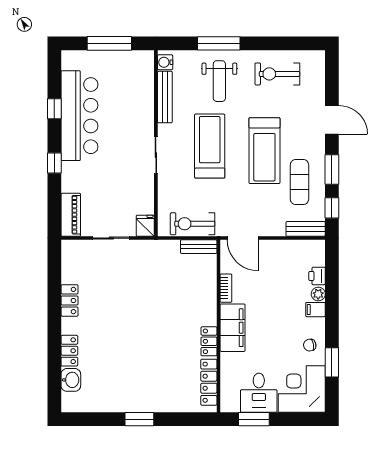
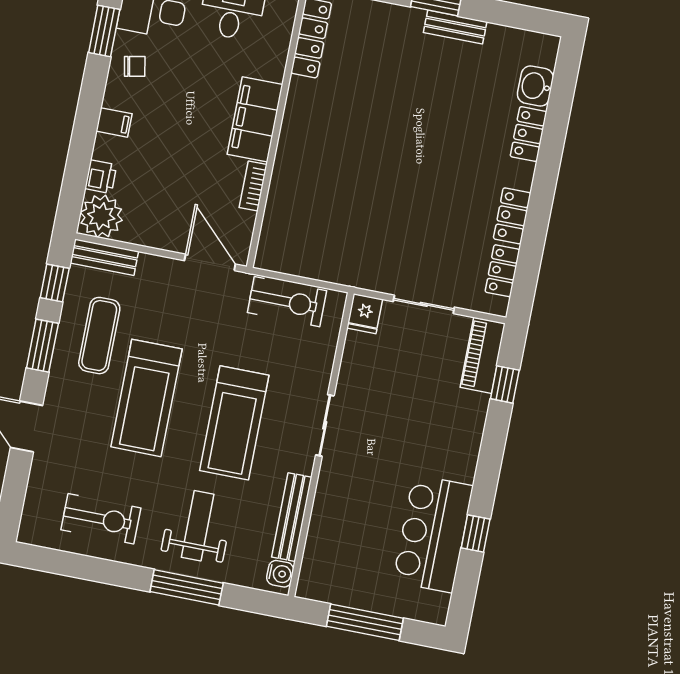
bar counter: (79, 116) -> (433, 534), width x0.73
treadmill: (264, 151) -> (146, 398), turned 180
window: (54, 163) -> (505, 384), moved
bench: (199, 247) -> (455, 27), moved
plant: (318, 294) -> (101, 216), moved, width x1.87, depth x1.87
locker: (209, 341) -> (502, 271), moved, turned 180

